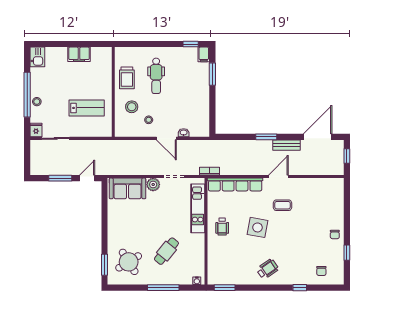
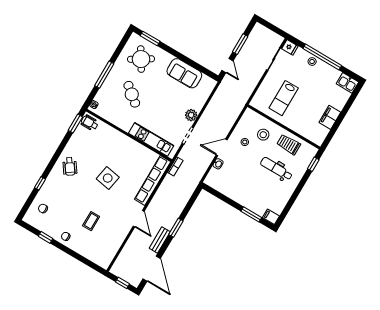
window: (191, 44) -> (313, 164), moved
sofa: (128, 188) -> (184, 73), moved, turned -90
coffee table: (282, 205) -> (91, 221), moved
wheelchair: (222, 227) -> (90, 123), moved

